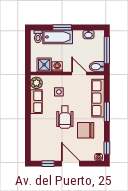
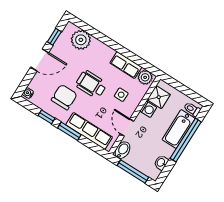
window: (62, 27) -> (186, 140), width x2.11
door: (79, 73) -> (127, 128), swing flipped
plant: (39, 144) -> (81, 40), added
window: (107, 148) -> (47, 117), moved

